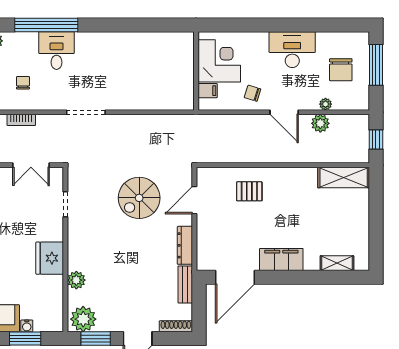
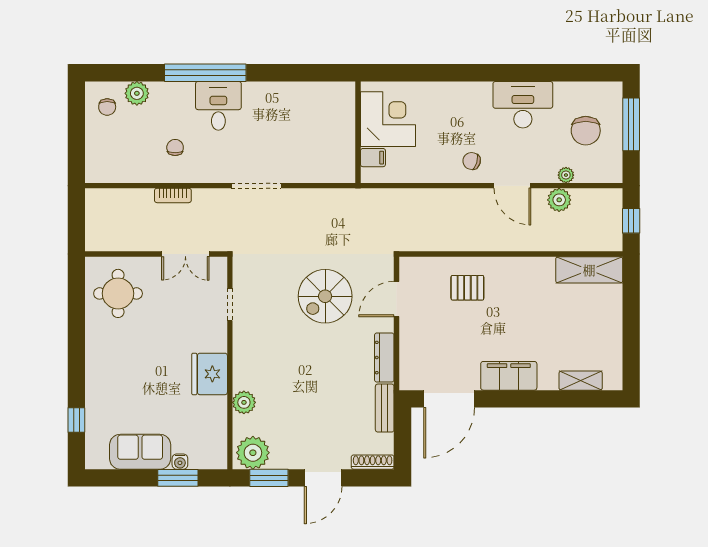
corner desk: (219, 61) -> (388, 119), moved
wall: (196, 71) -> (358, 132), moved
filing cabinet: (208, 91) -> (373, 158), moved

